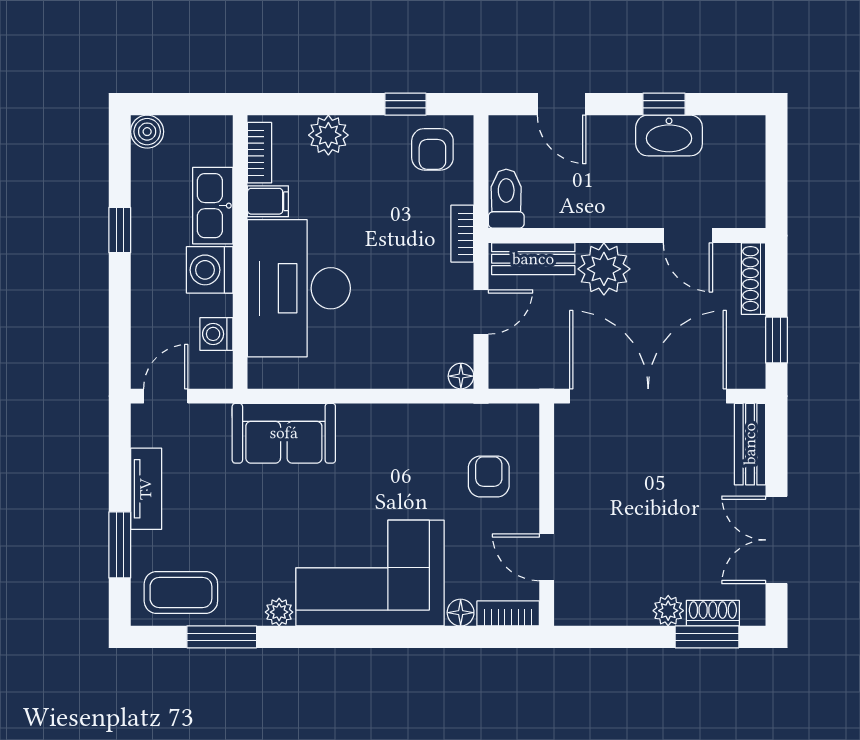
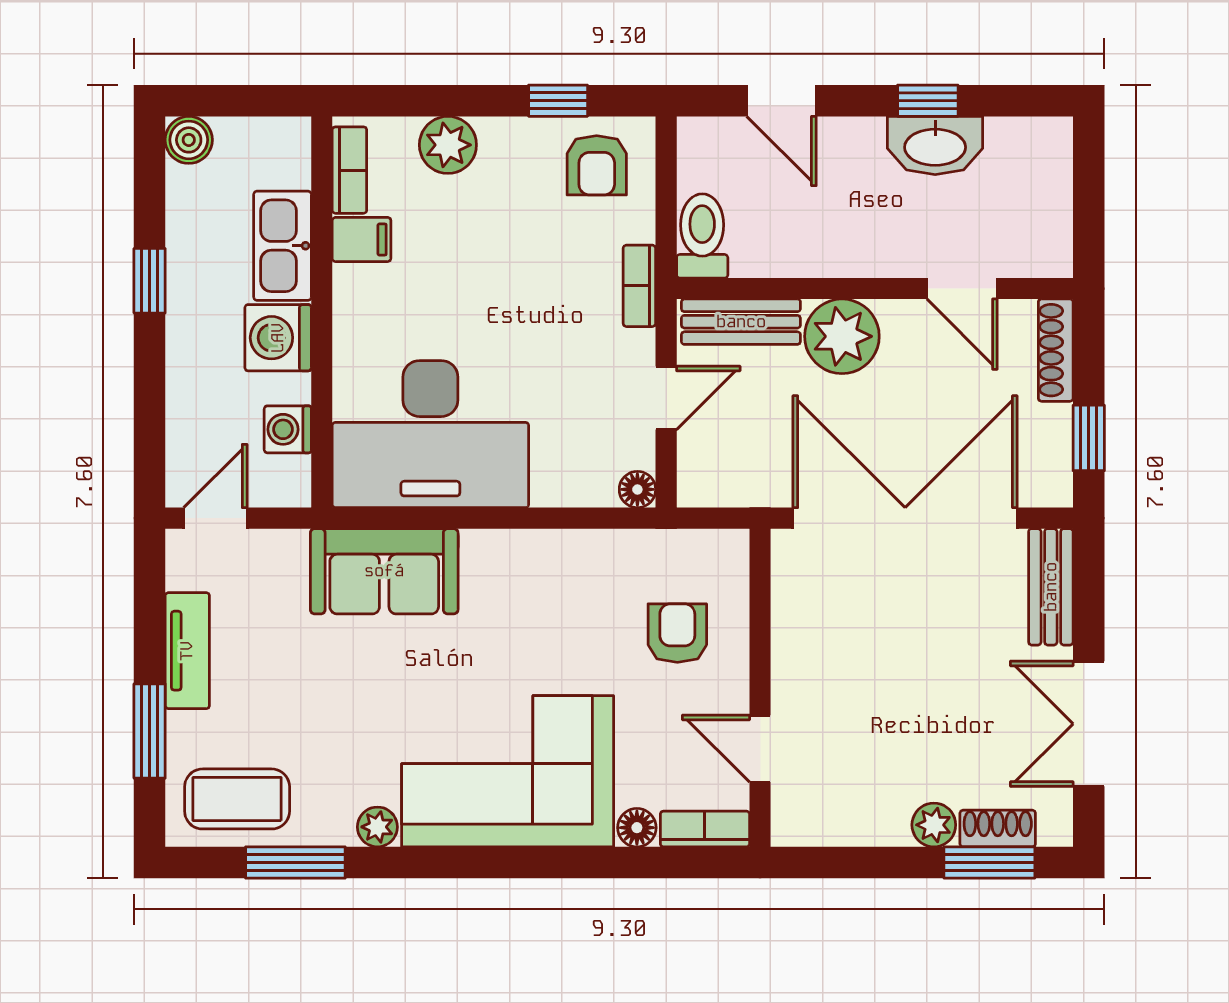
desk: (299, 288) -> (430, 434), moved, turned -90

